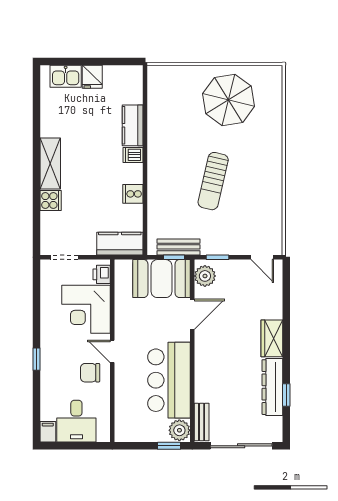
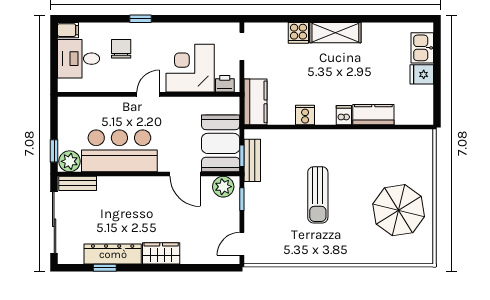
sun lounger: (213, 181) -> (318, 195), turned -103
chair: (90, 373) -> (121, 49), moved

